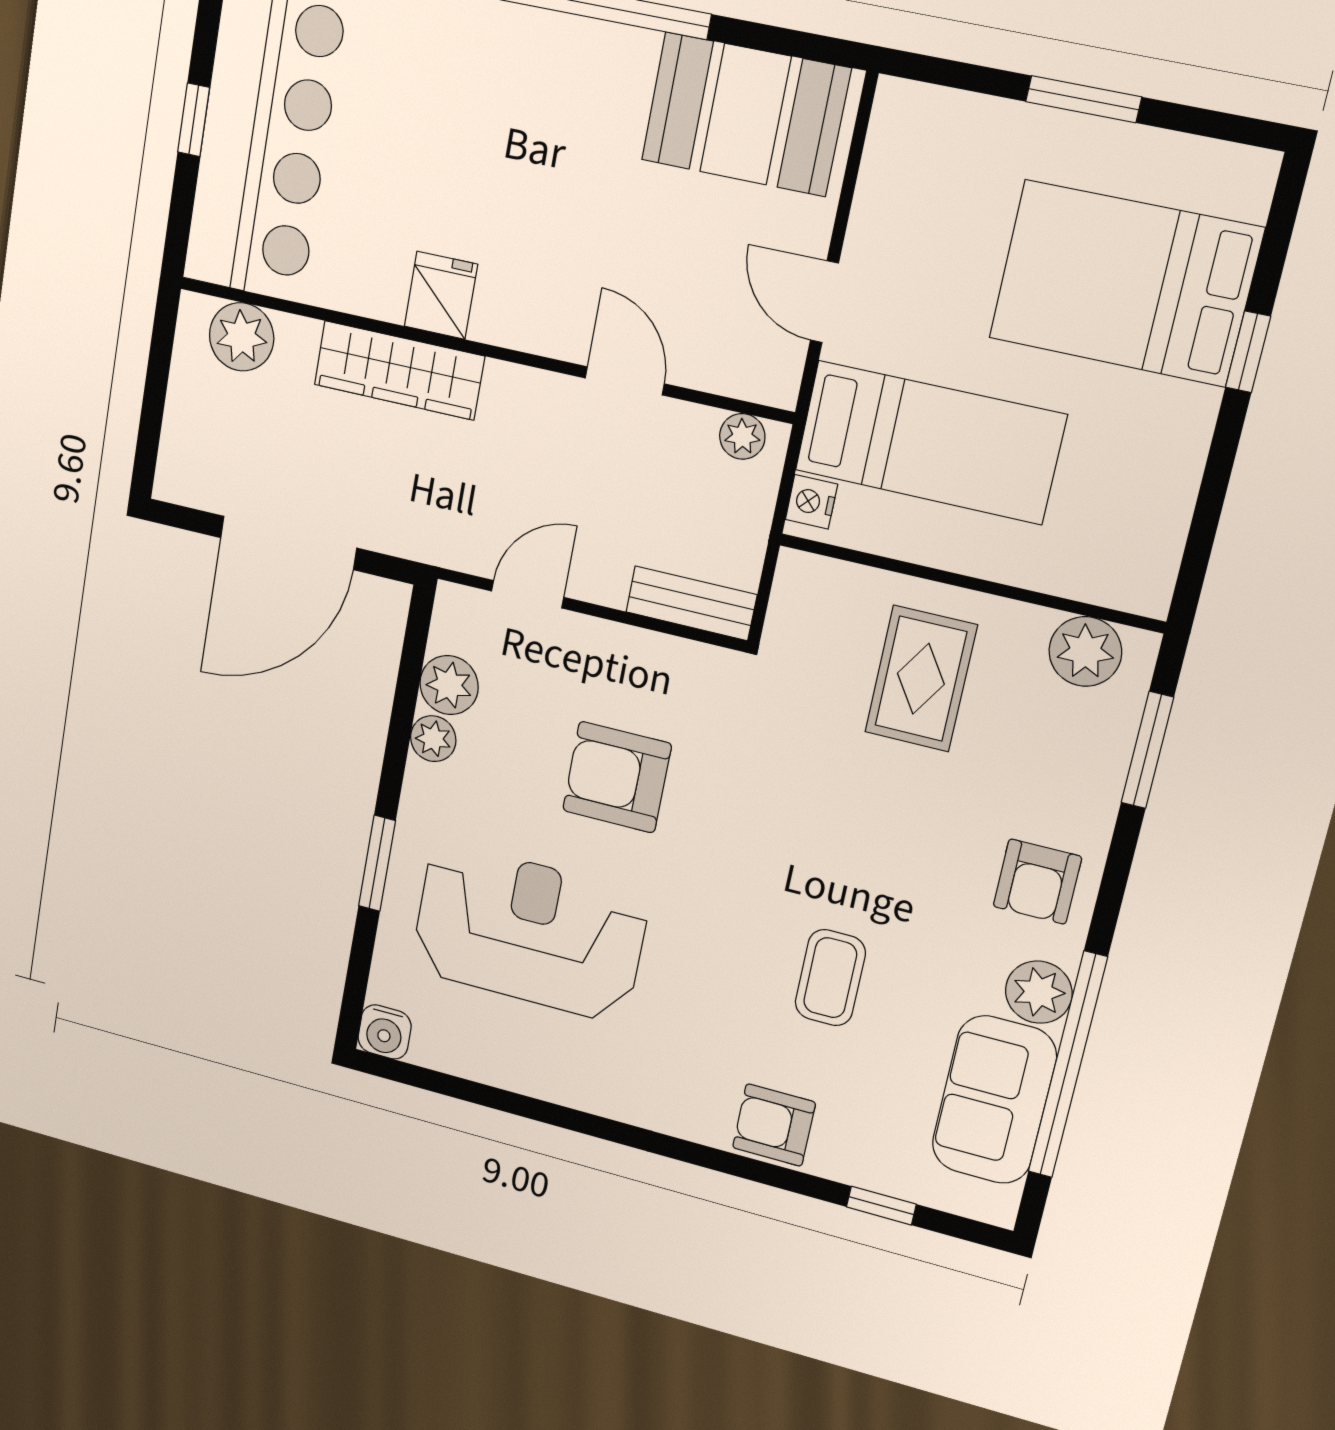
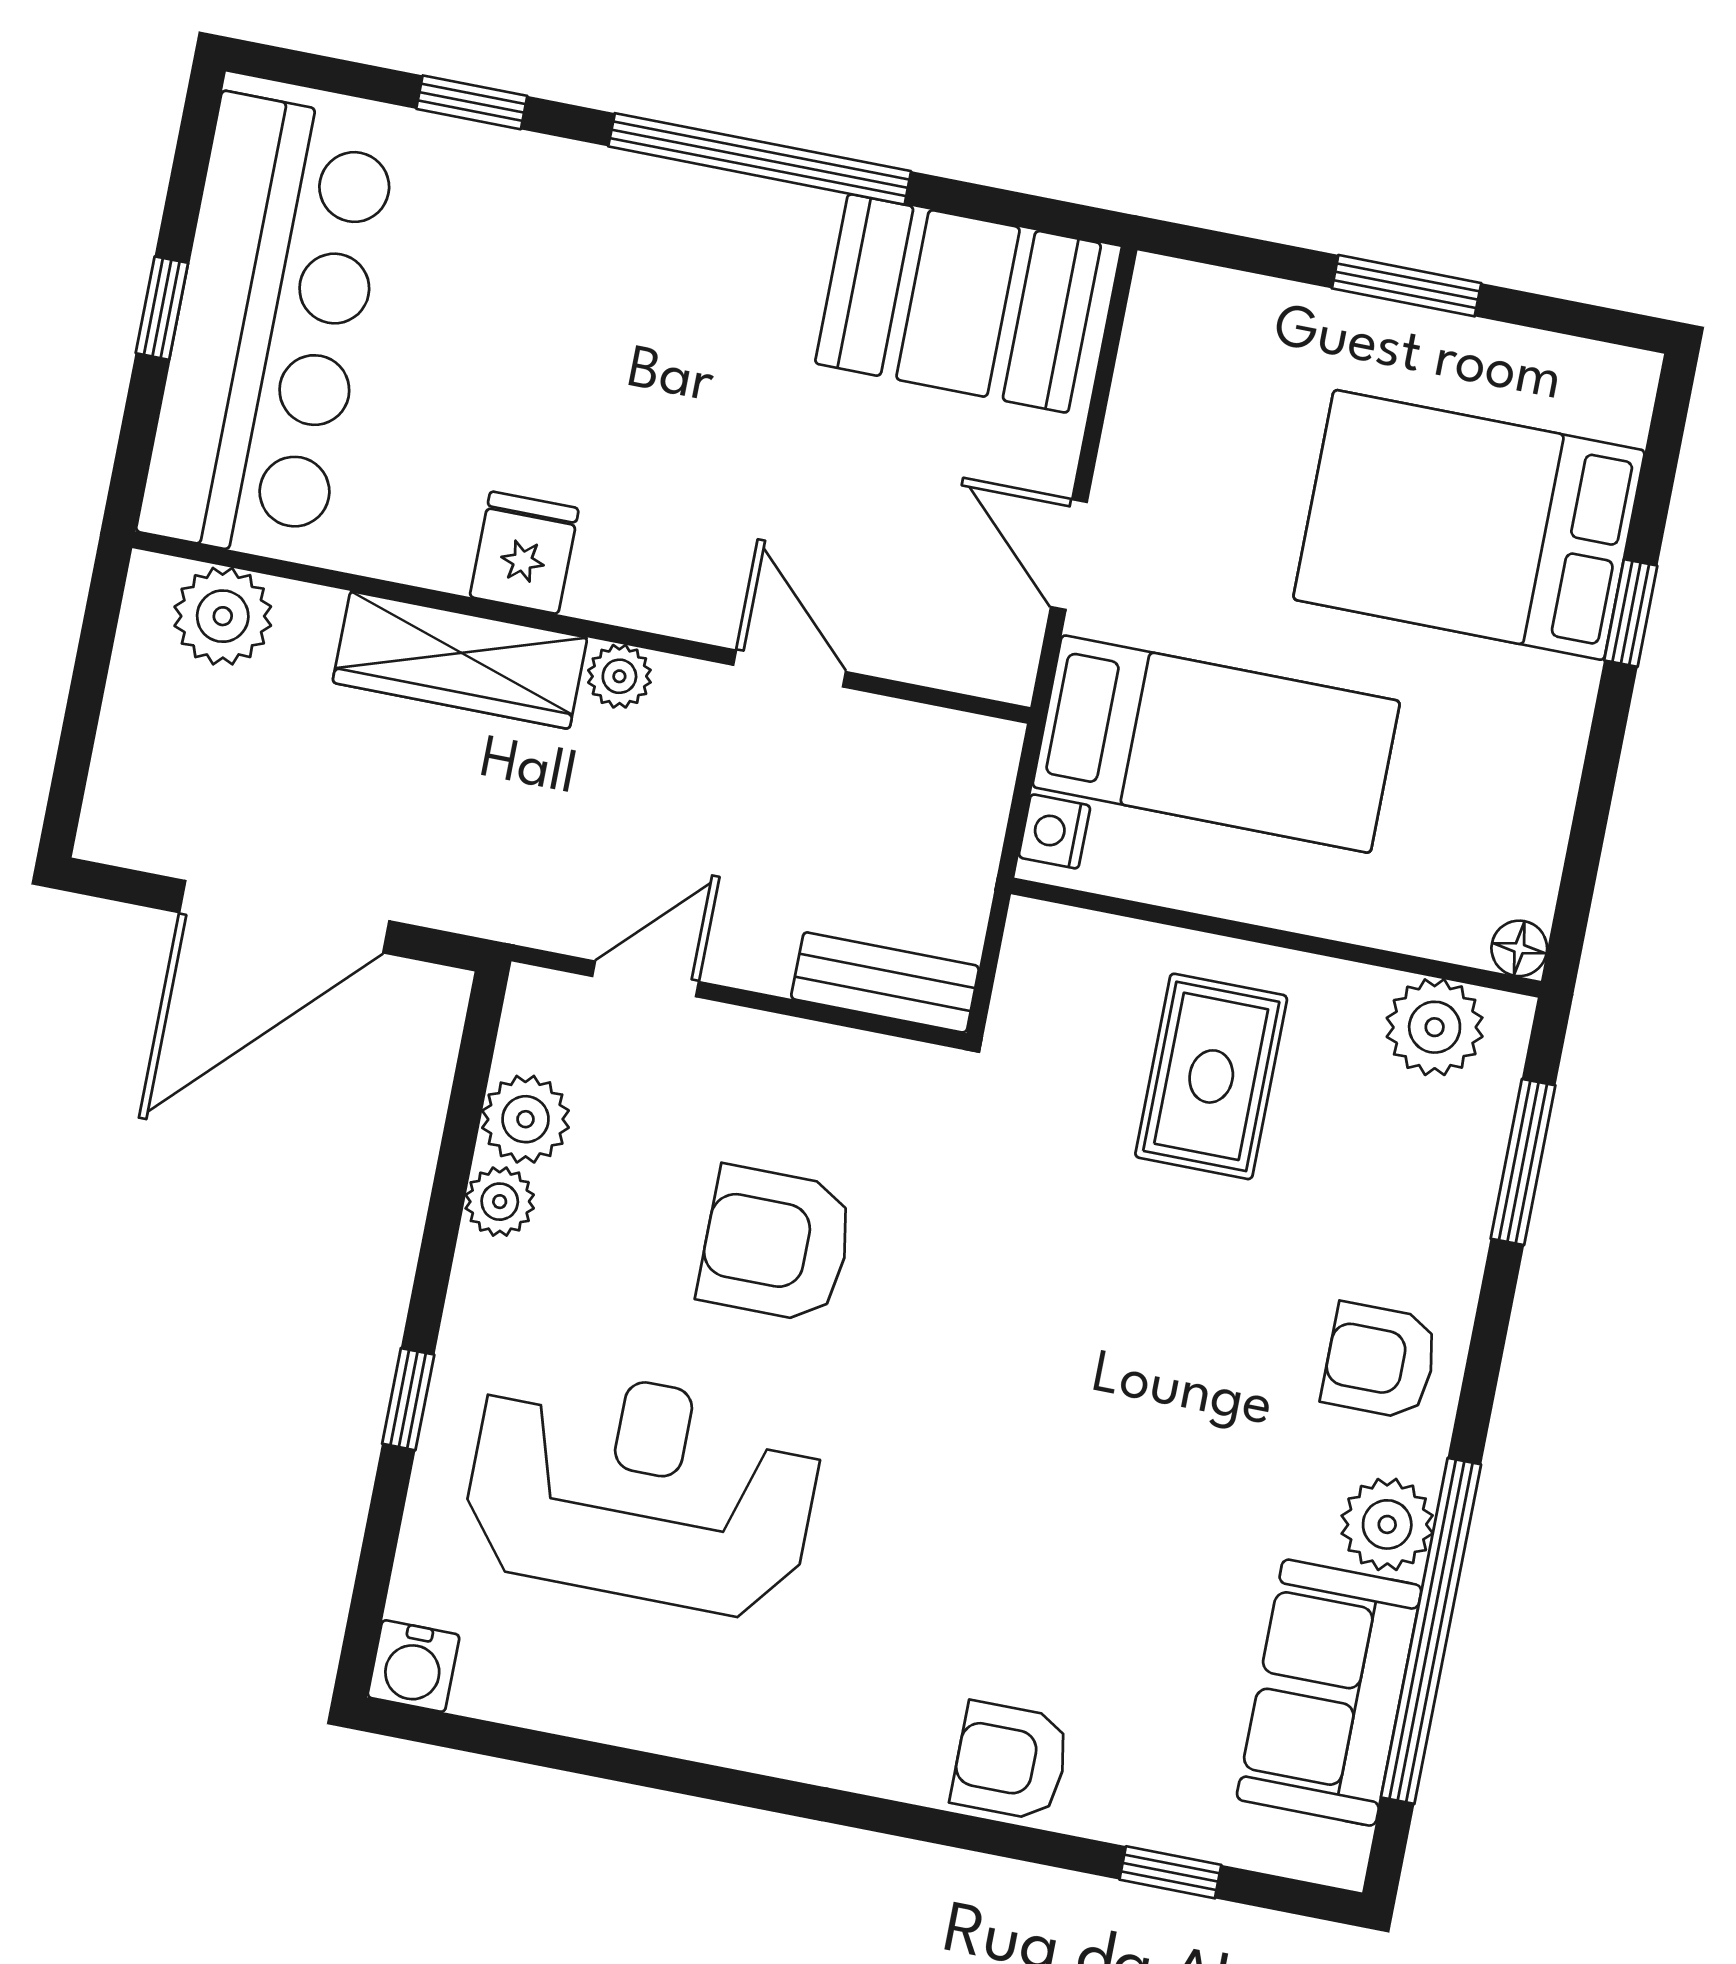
plant: (742, 436) -> (619, 676), moved
floor lamp: (1151, 598) -> (1519, 948), added
window: (377, 863) -> (408, 1399), width x0.67
armchair: (1037, 882) -> (1380, 1361), turned 90
coffee table: (830, 978) -> (1090, 1526), removed

